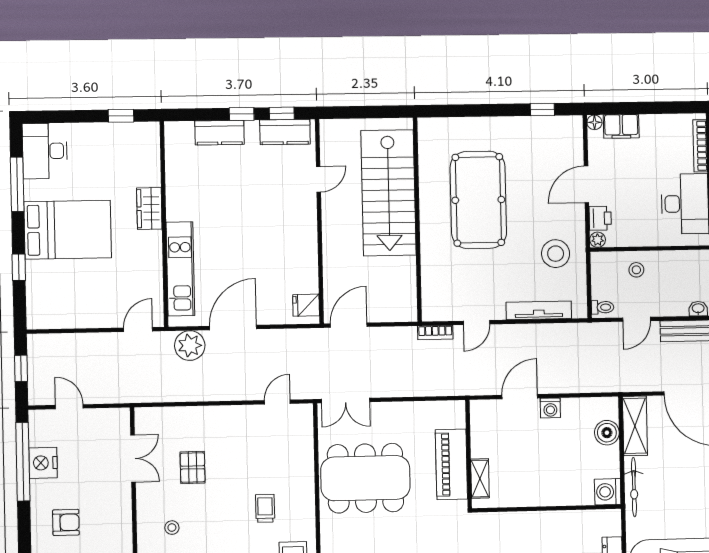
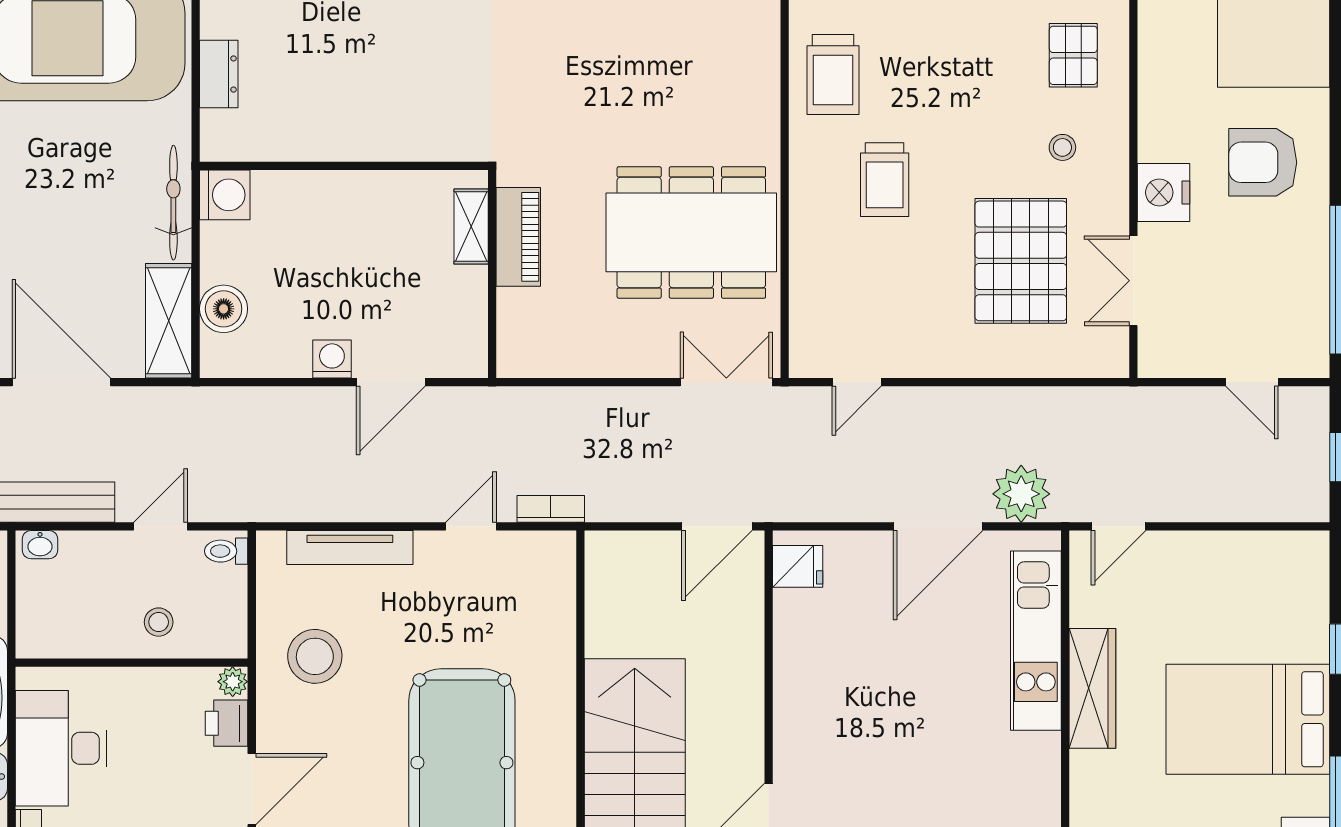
wardrobe: (149, 209) -> (1092, 688), moved, width x1.50
nightstand: (43, 463) -> (1163, 192), moved, turned 180
piano: (451, 464) -> (518, 237), width x0.73, depth x0.75
pallet: (193, 467) -> (1021, 261), width x2.05, depth x2.00
trolley: (265, 508) -> (885, 180), width x1.36, depth x1.39
armchair: (66, 522) -> (1263, 162), width x1.38, depth x1.38

